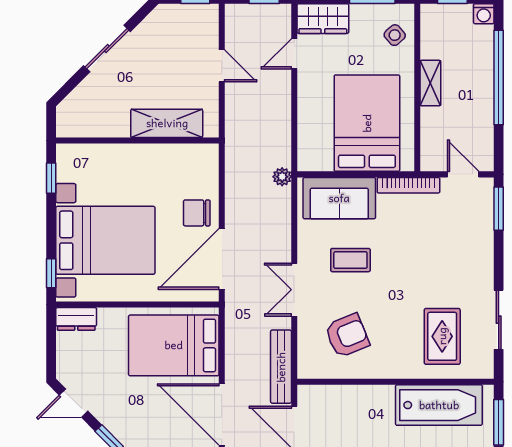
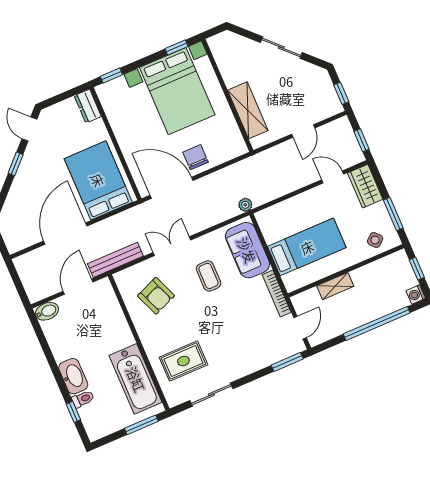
shelving: (430, 83) -> (335, 286), moved
bed: (367, 123) -> (307, 247), width x0.67
bed with nightstands: (105, 240) -> (177, 91), moved

